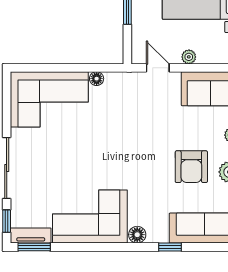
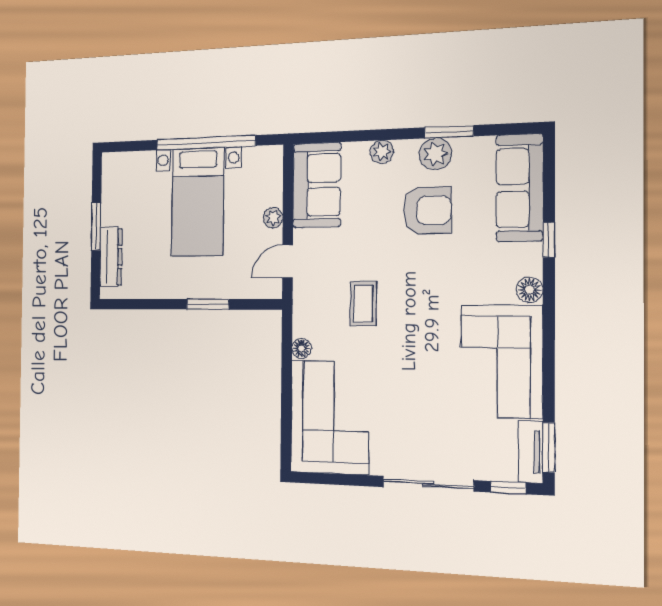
coffee table: (128, 123) -> (363, 304), added

